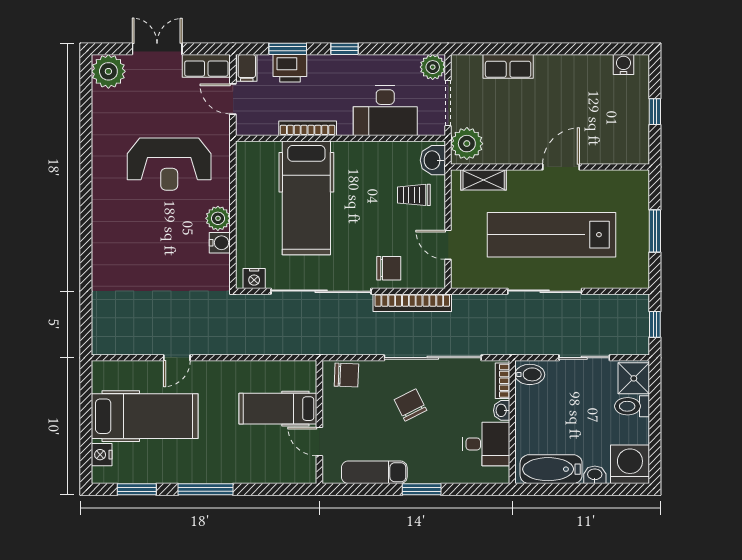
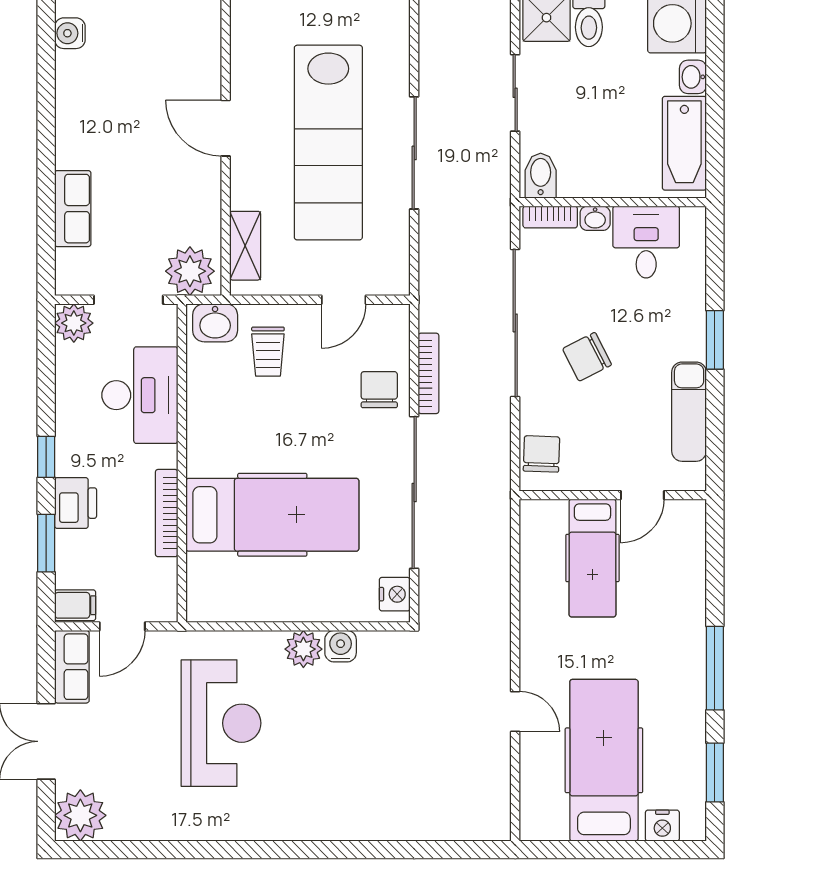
printer: (290, 68) -> (76, 503), moved
bookcase: (412, 303) -> (429, 373), width x0.68, depth x0.76

